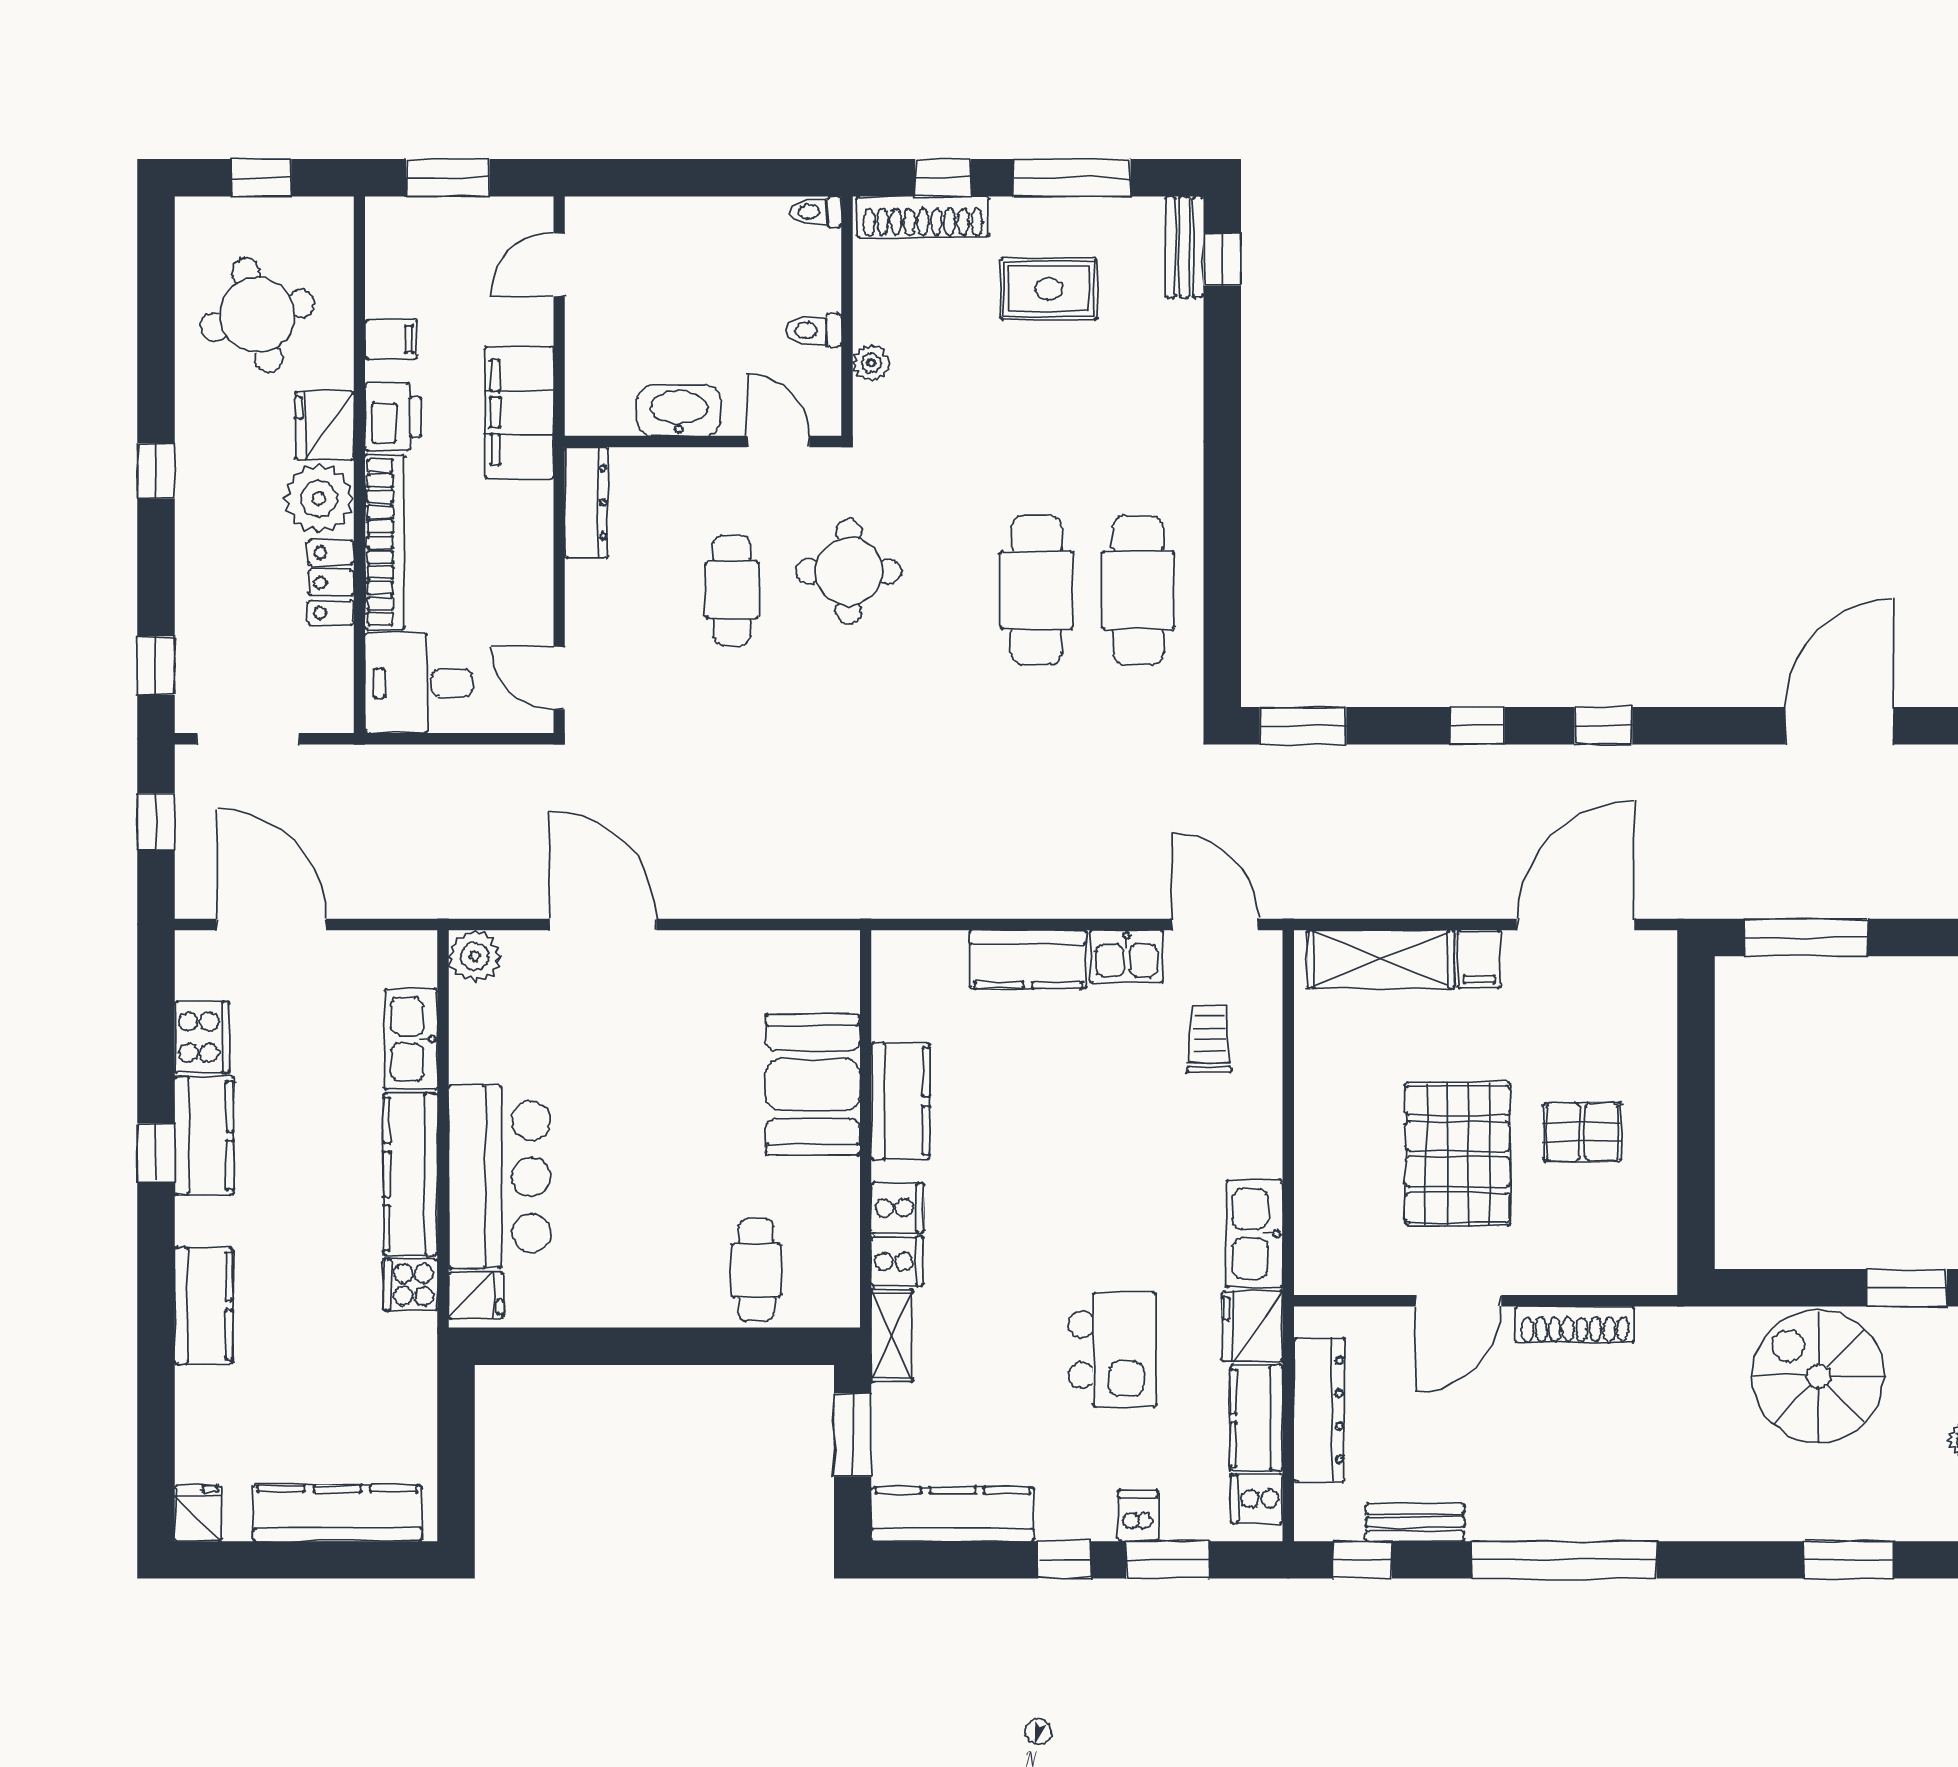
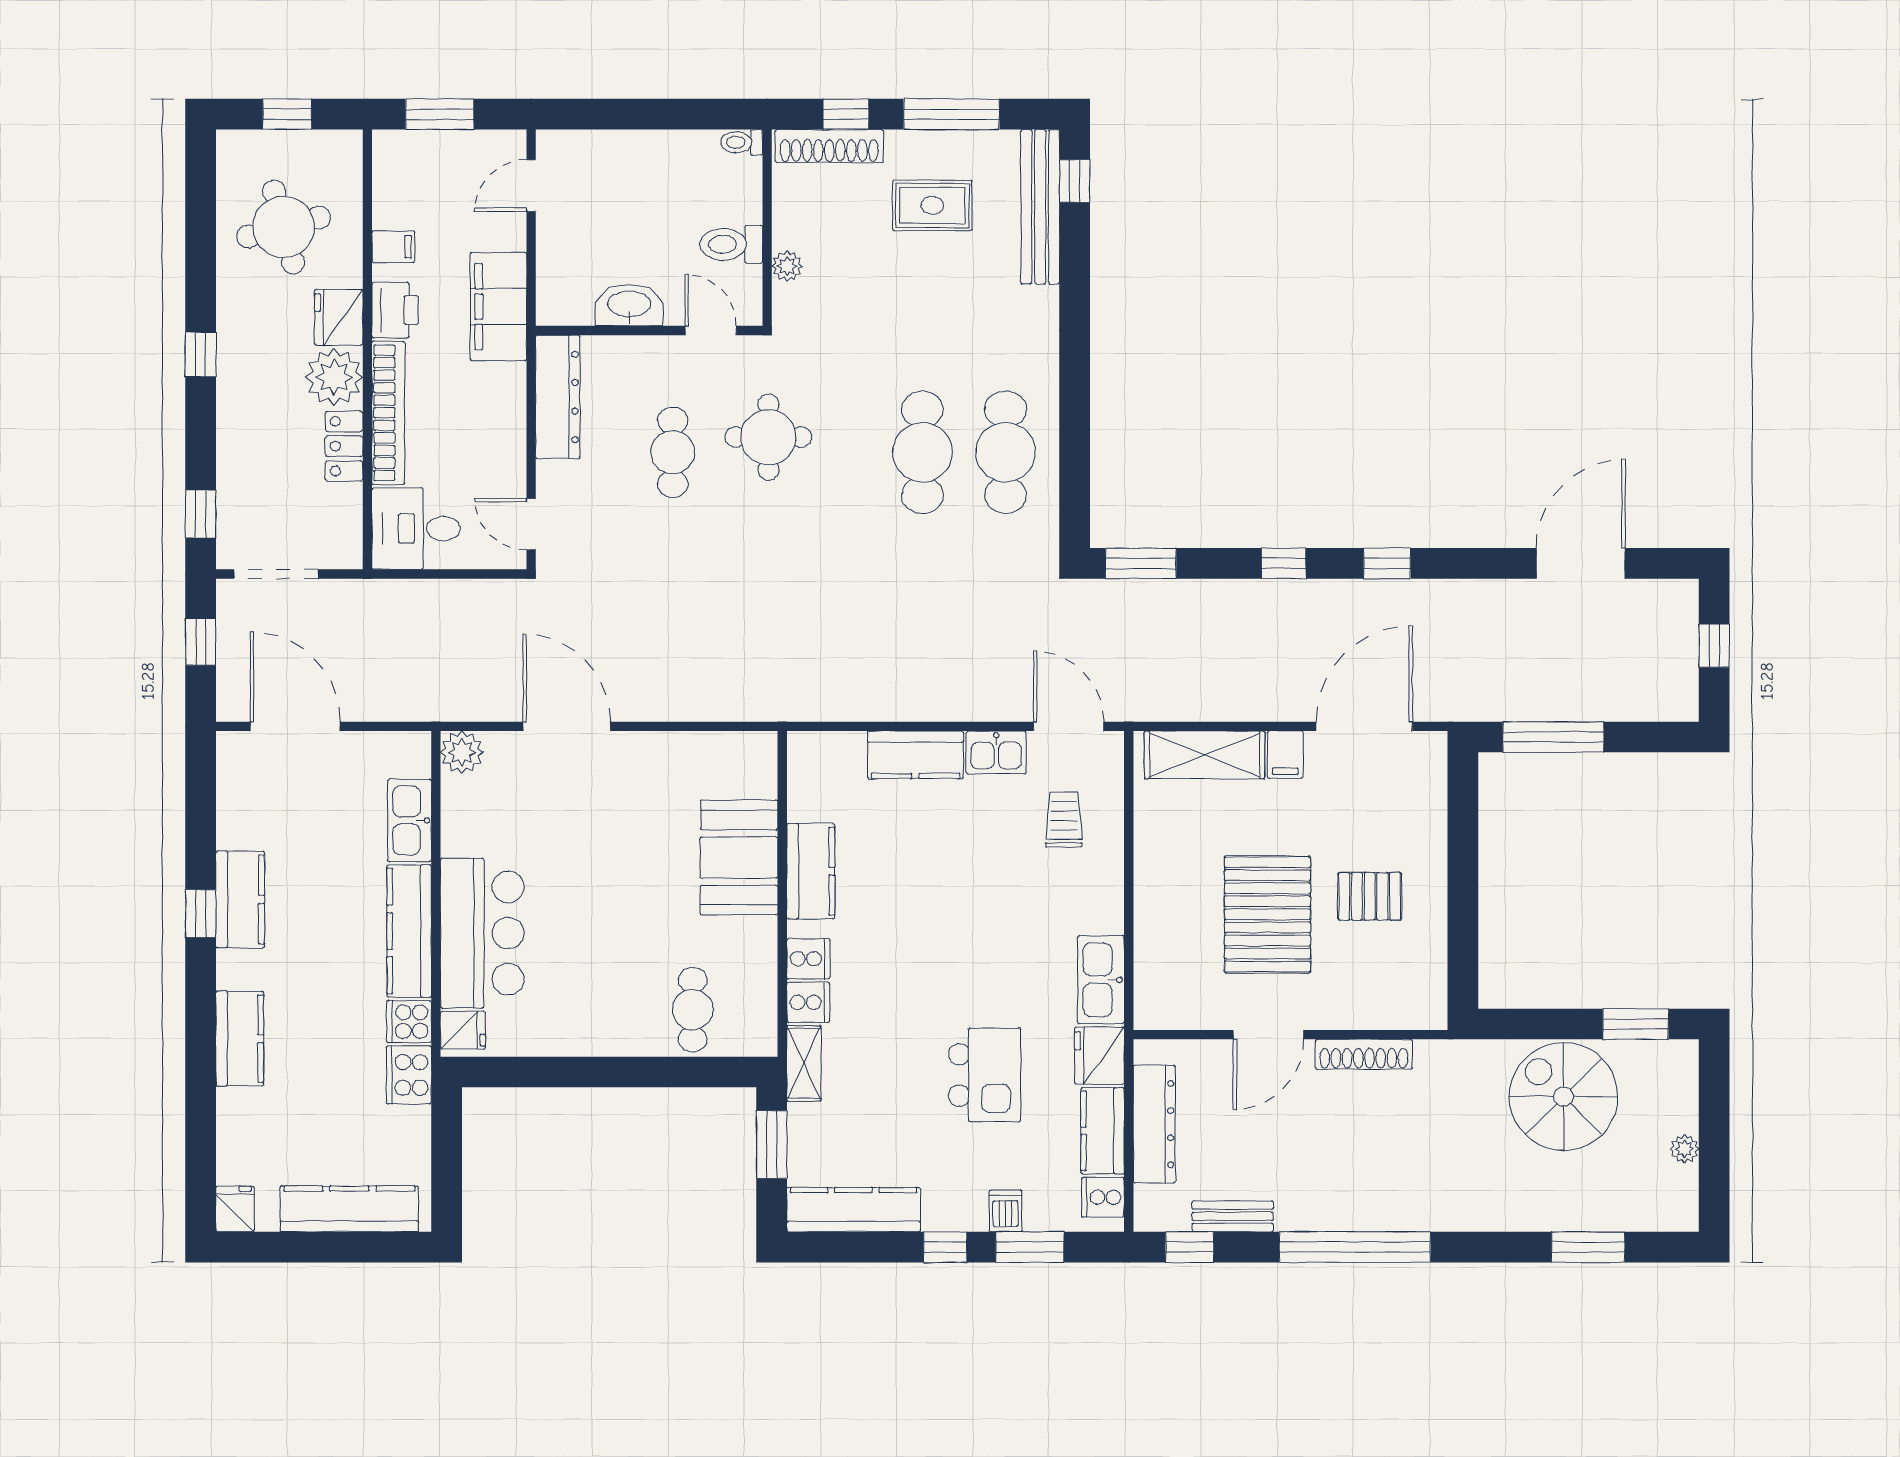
bench: (1184, 247) -> (1040, 207), width x1.86, depth x1.21
toilet: (814, 330) -> (731, 244), width x1.37, depth x1.39
dresser: (586, 502) -> (558, 397), width x1.37, depth x1.24
cooker: (202, 1037) -> (409, 1075), moved, turned 180

